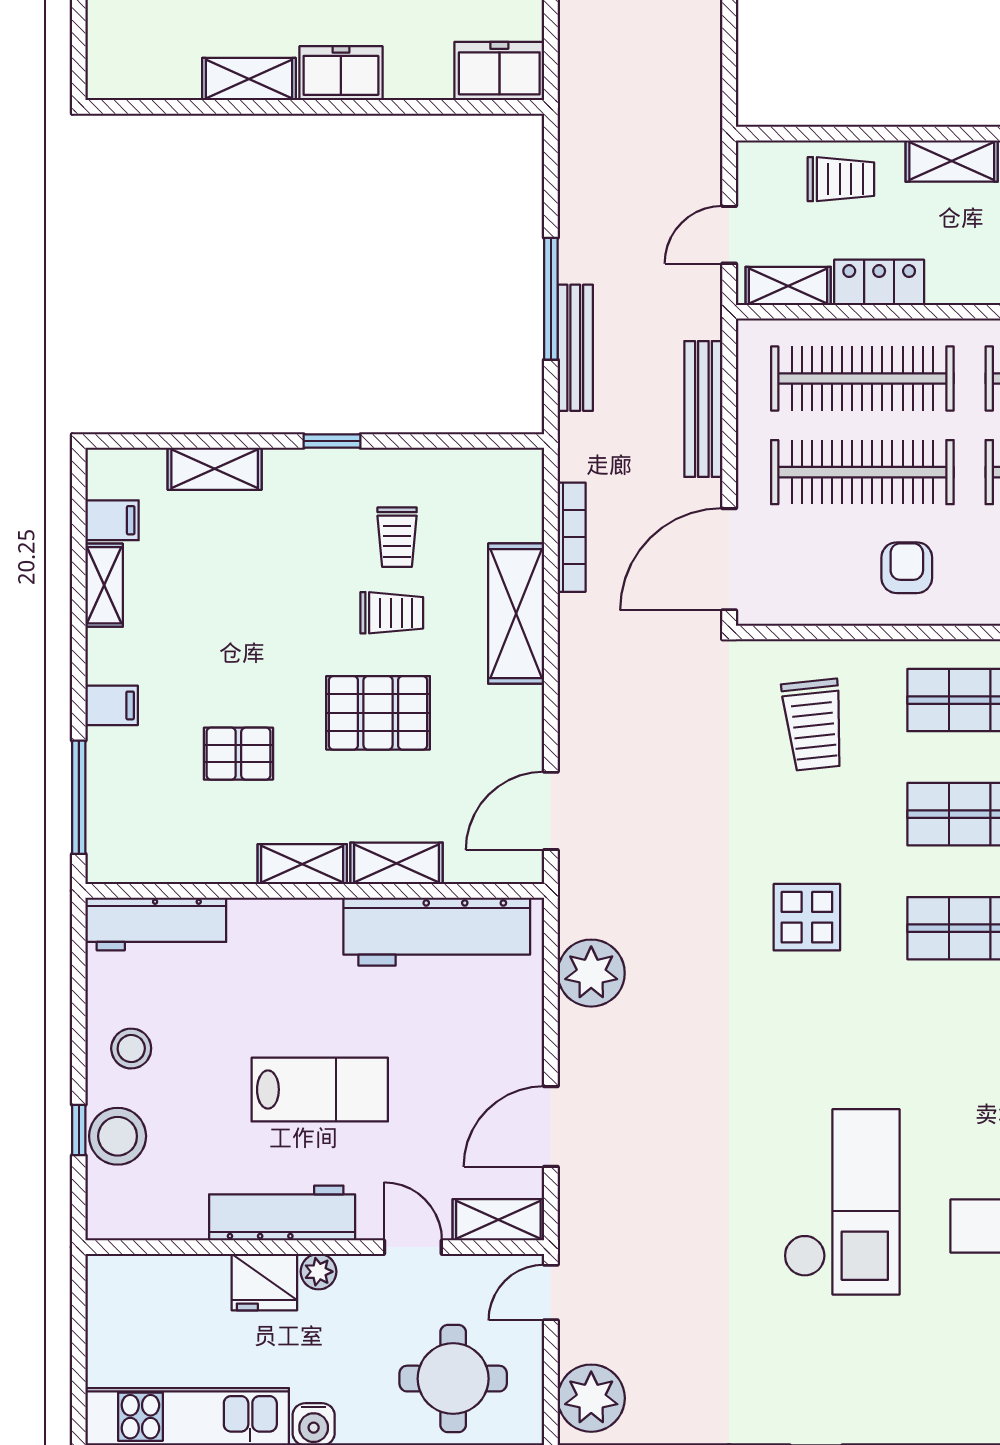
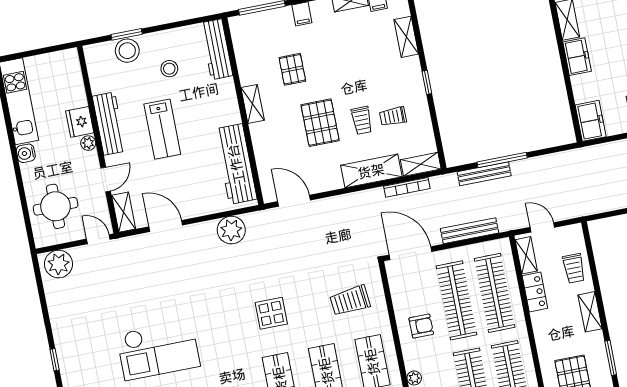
shelving: (397, 863) -> (421, 164), moved, turned 90
stool: (131, 1049) -> (169, 69), moved
window: (79, 1130) -> (127, 34), width x1.50

